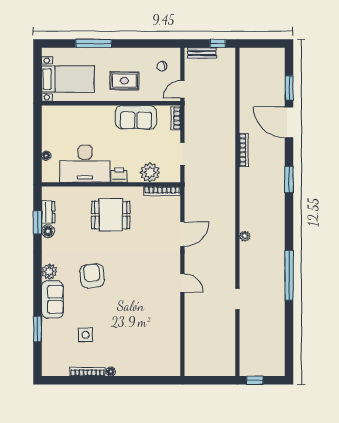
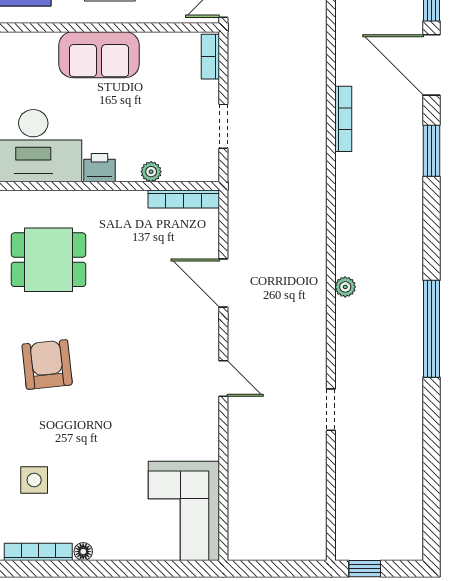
sofa: (136, 117) -> (99, 55), moved
plant: (150, 172) -> (151, 172), width x0.53, depth x0.53
window: (289, 179) -> (432, 151), moved
dining table: (111, 215) -> (48, 260), moved
door: (182, 234) -> (223, 283), swing flipped
window: (289, 275) -> (432, 329), moved
corner sofa: (162, 351) -> (184, 511), added

